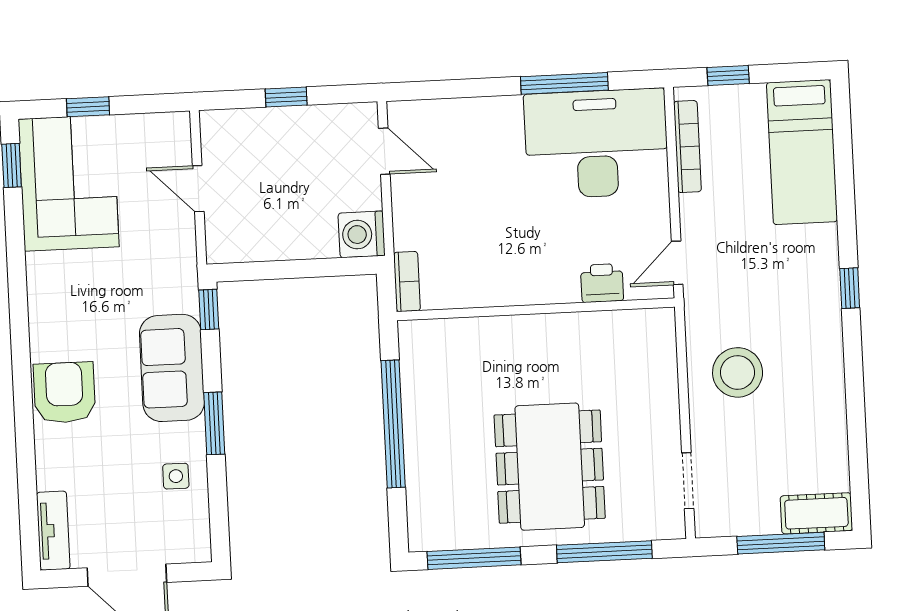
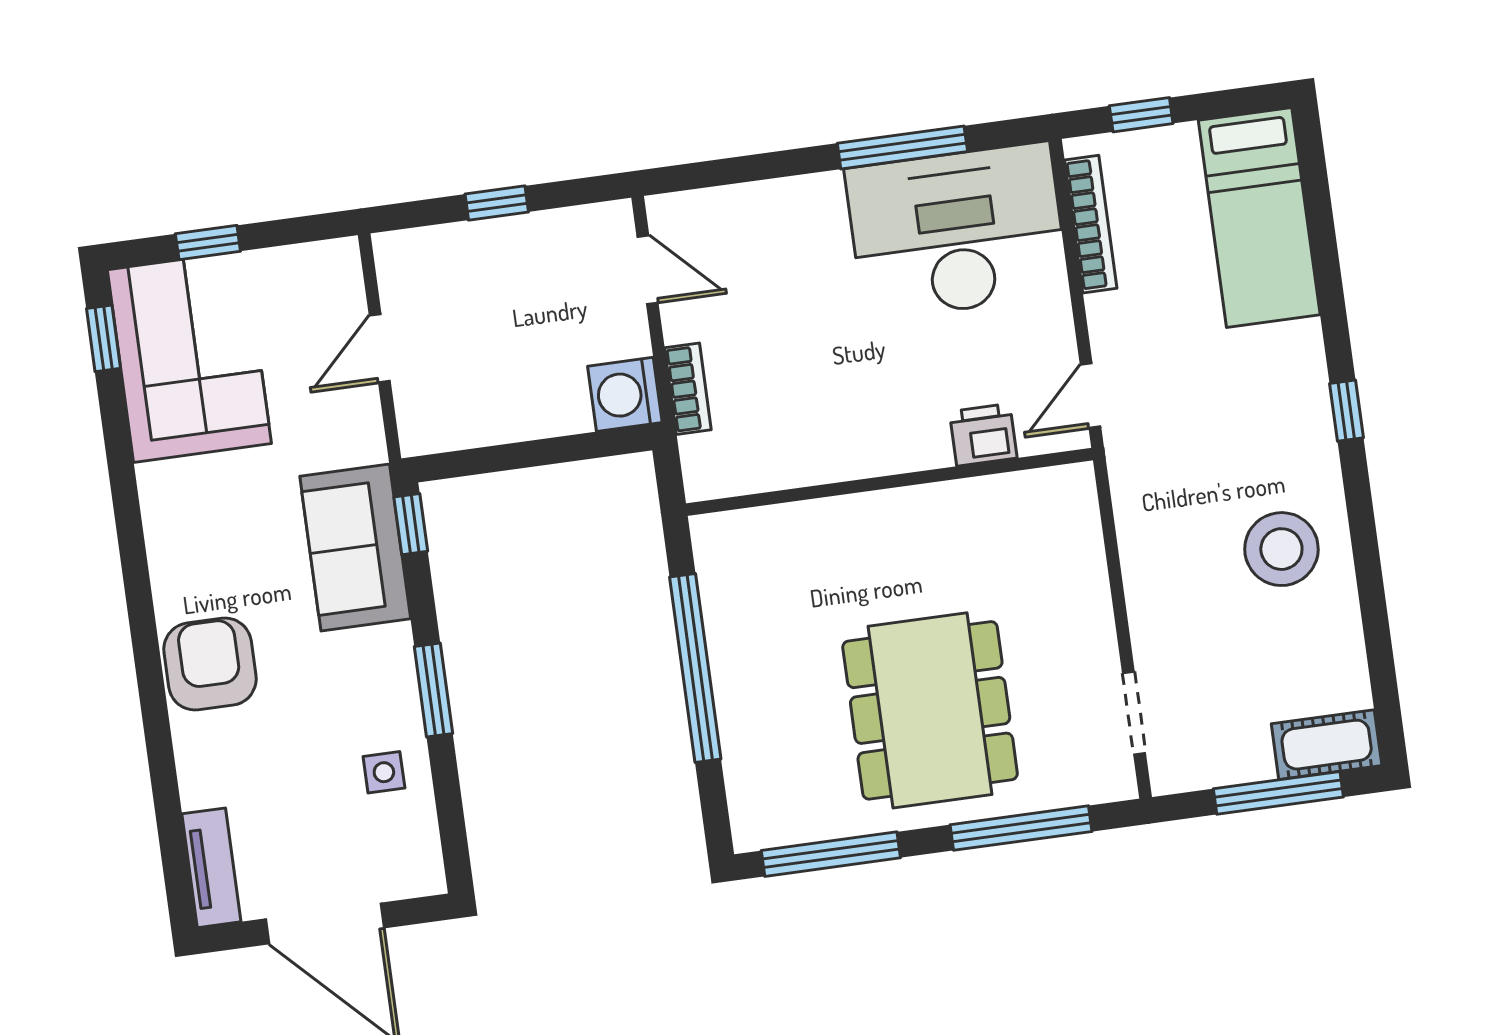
door: (198, 189) -> (380, 348), hinge flipped
bookcase: (407, 281) -> (688, 389), moved
sofa: (172, 368) -> (355, 547), moved
stool: (738, 372) -> (1281, 549), moved

